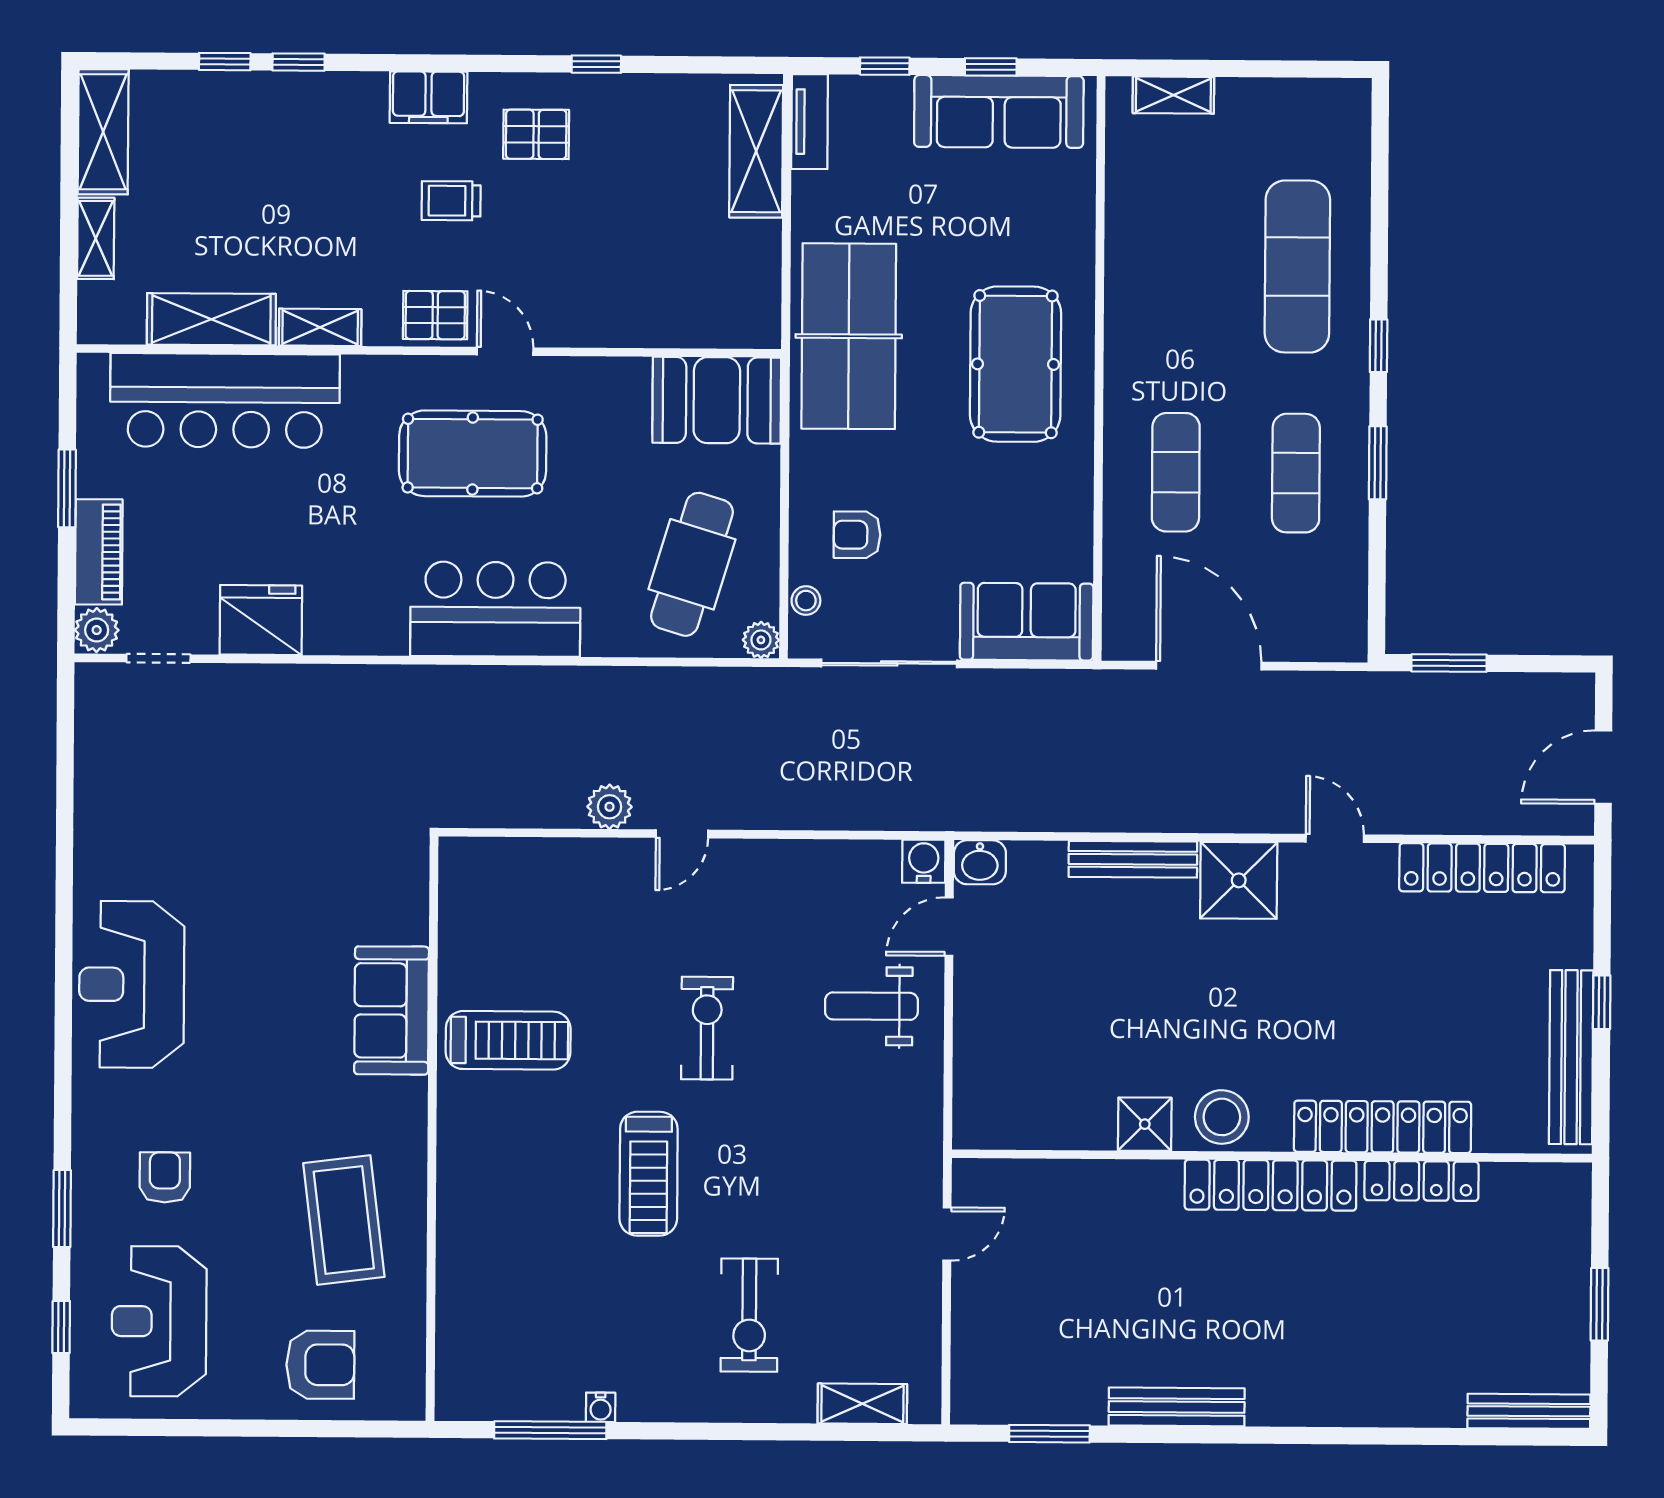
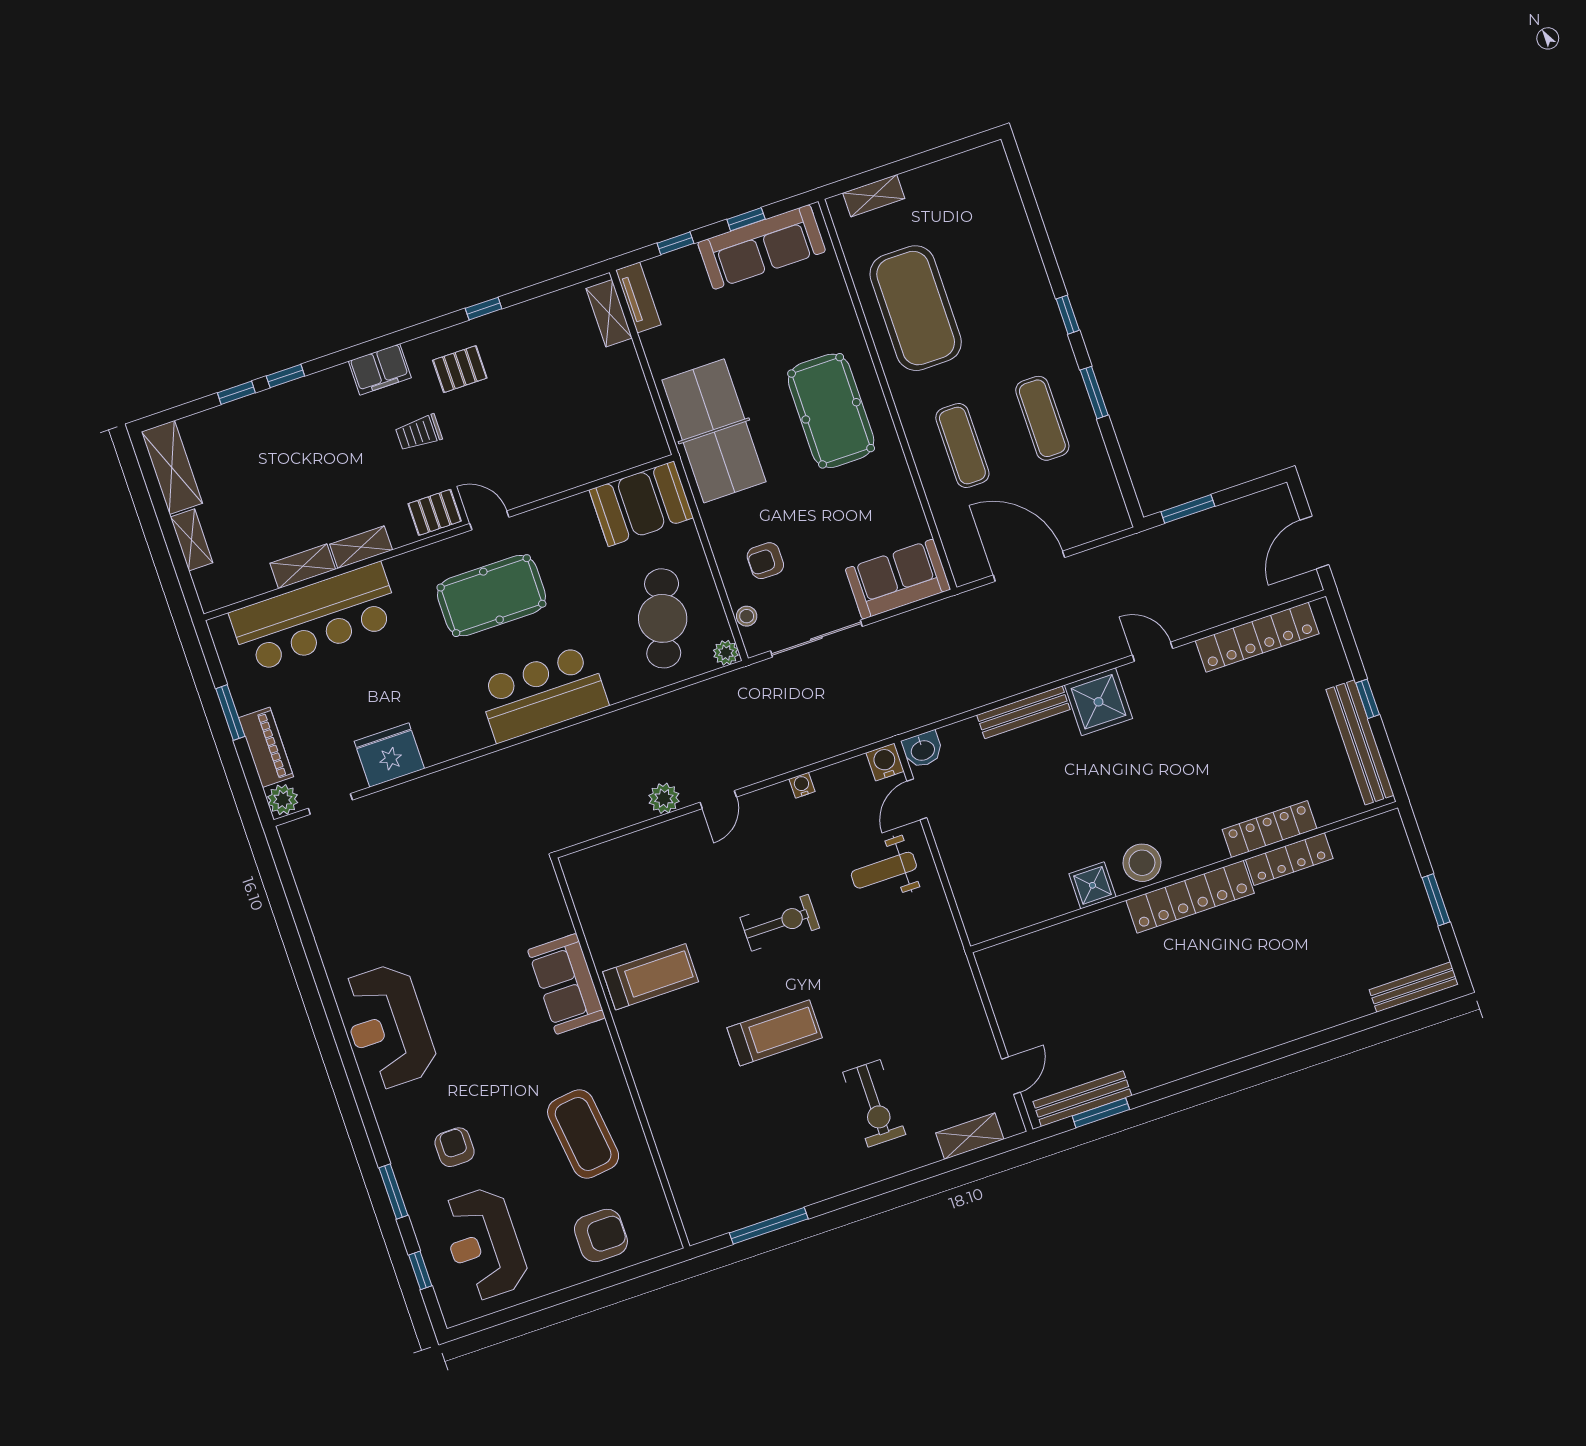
shelving: (756, 151) -> (609, 313), width x0.67, depth x0.75
exercise mat: (1297, 267) -> (916, 308), moved, width x1.47
shelving: (211, 319) -> (303, 566), width x0.67, depth x0.75
exercise bike: (707, 1028) -> (780, 923), turned 90
locker: (1383, 1127) -> (1270, 829), width x0.71, depth x0.83
treadmill: (649, 1174) -> (775, 1033), turned -90
door: (947, 1234) -> (1011, 1076), moved
water cooler: (601, 1407) -> (802, 785), moved, turned 180
bench: (1177, 1407) -> (1082, 1099), moved

